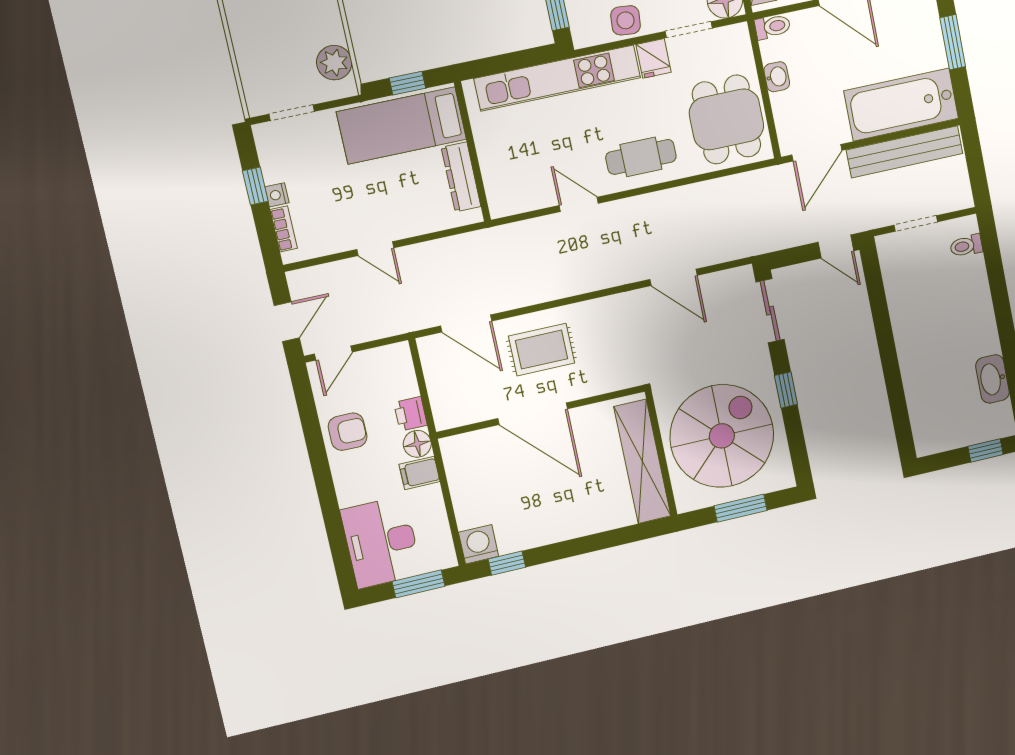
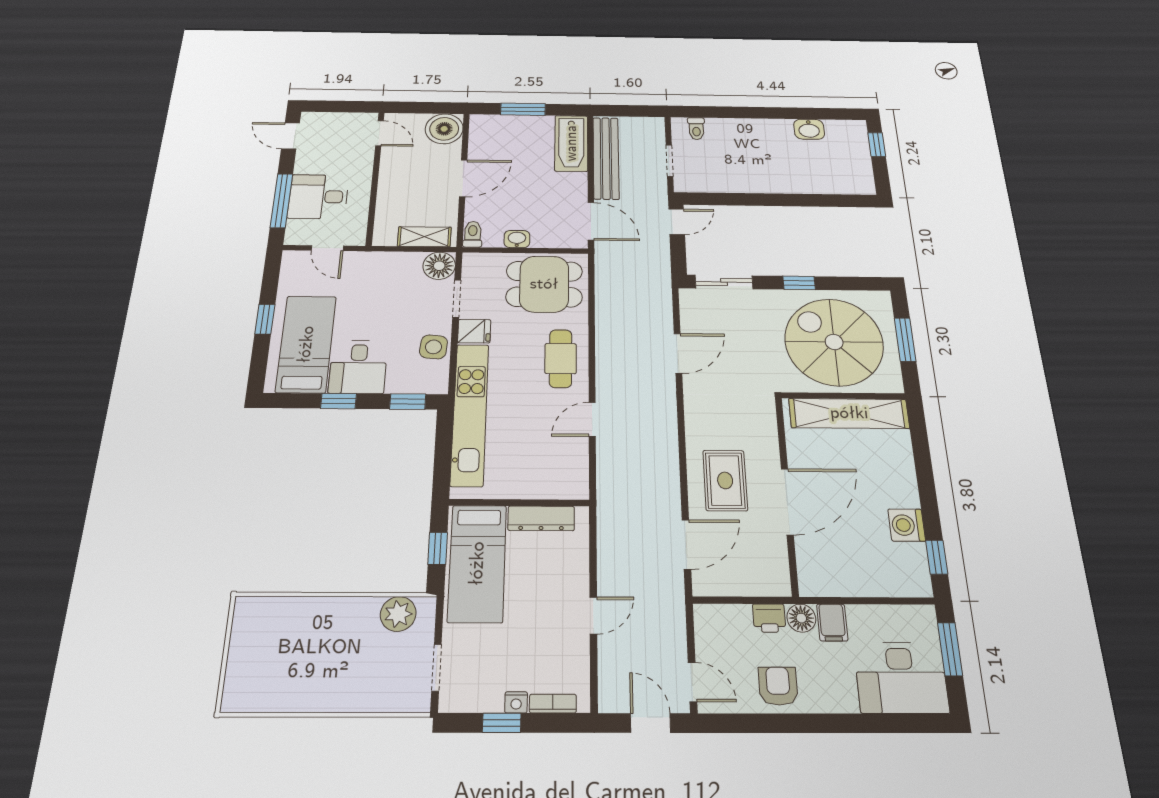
bathtub: (901, 105) -> (571, 143), width x0.73, depth x0.73
washbasin: (992, 379) -> (809, 129), width x0.72
washing machine: (479, 544) -> (907, 525), moved

